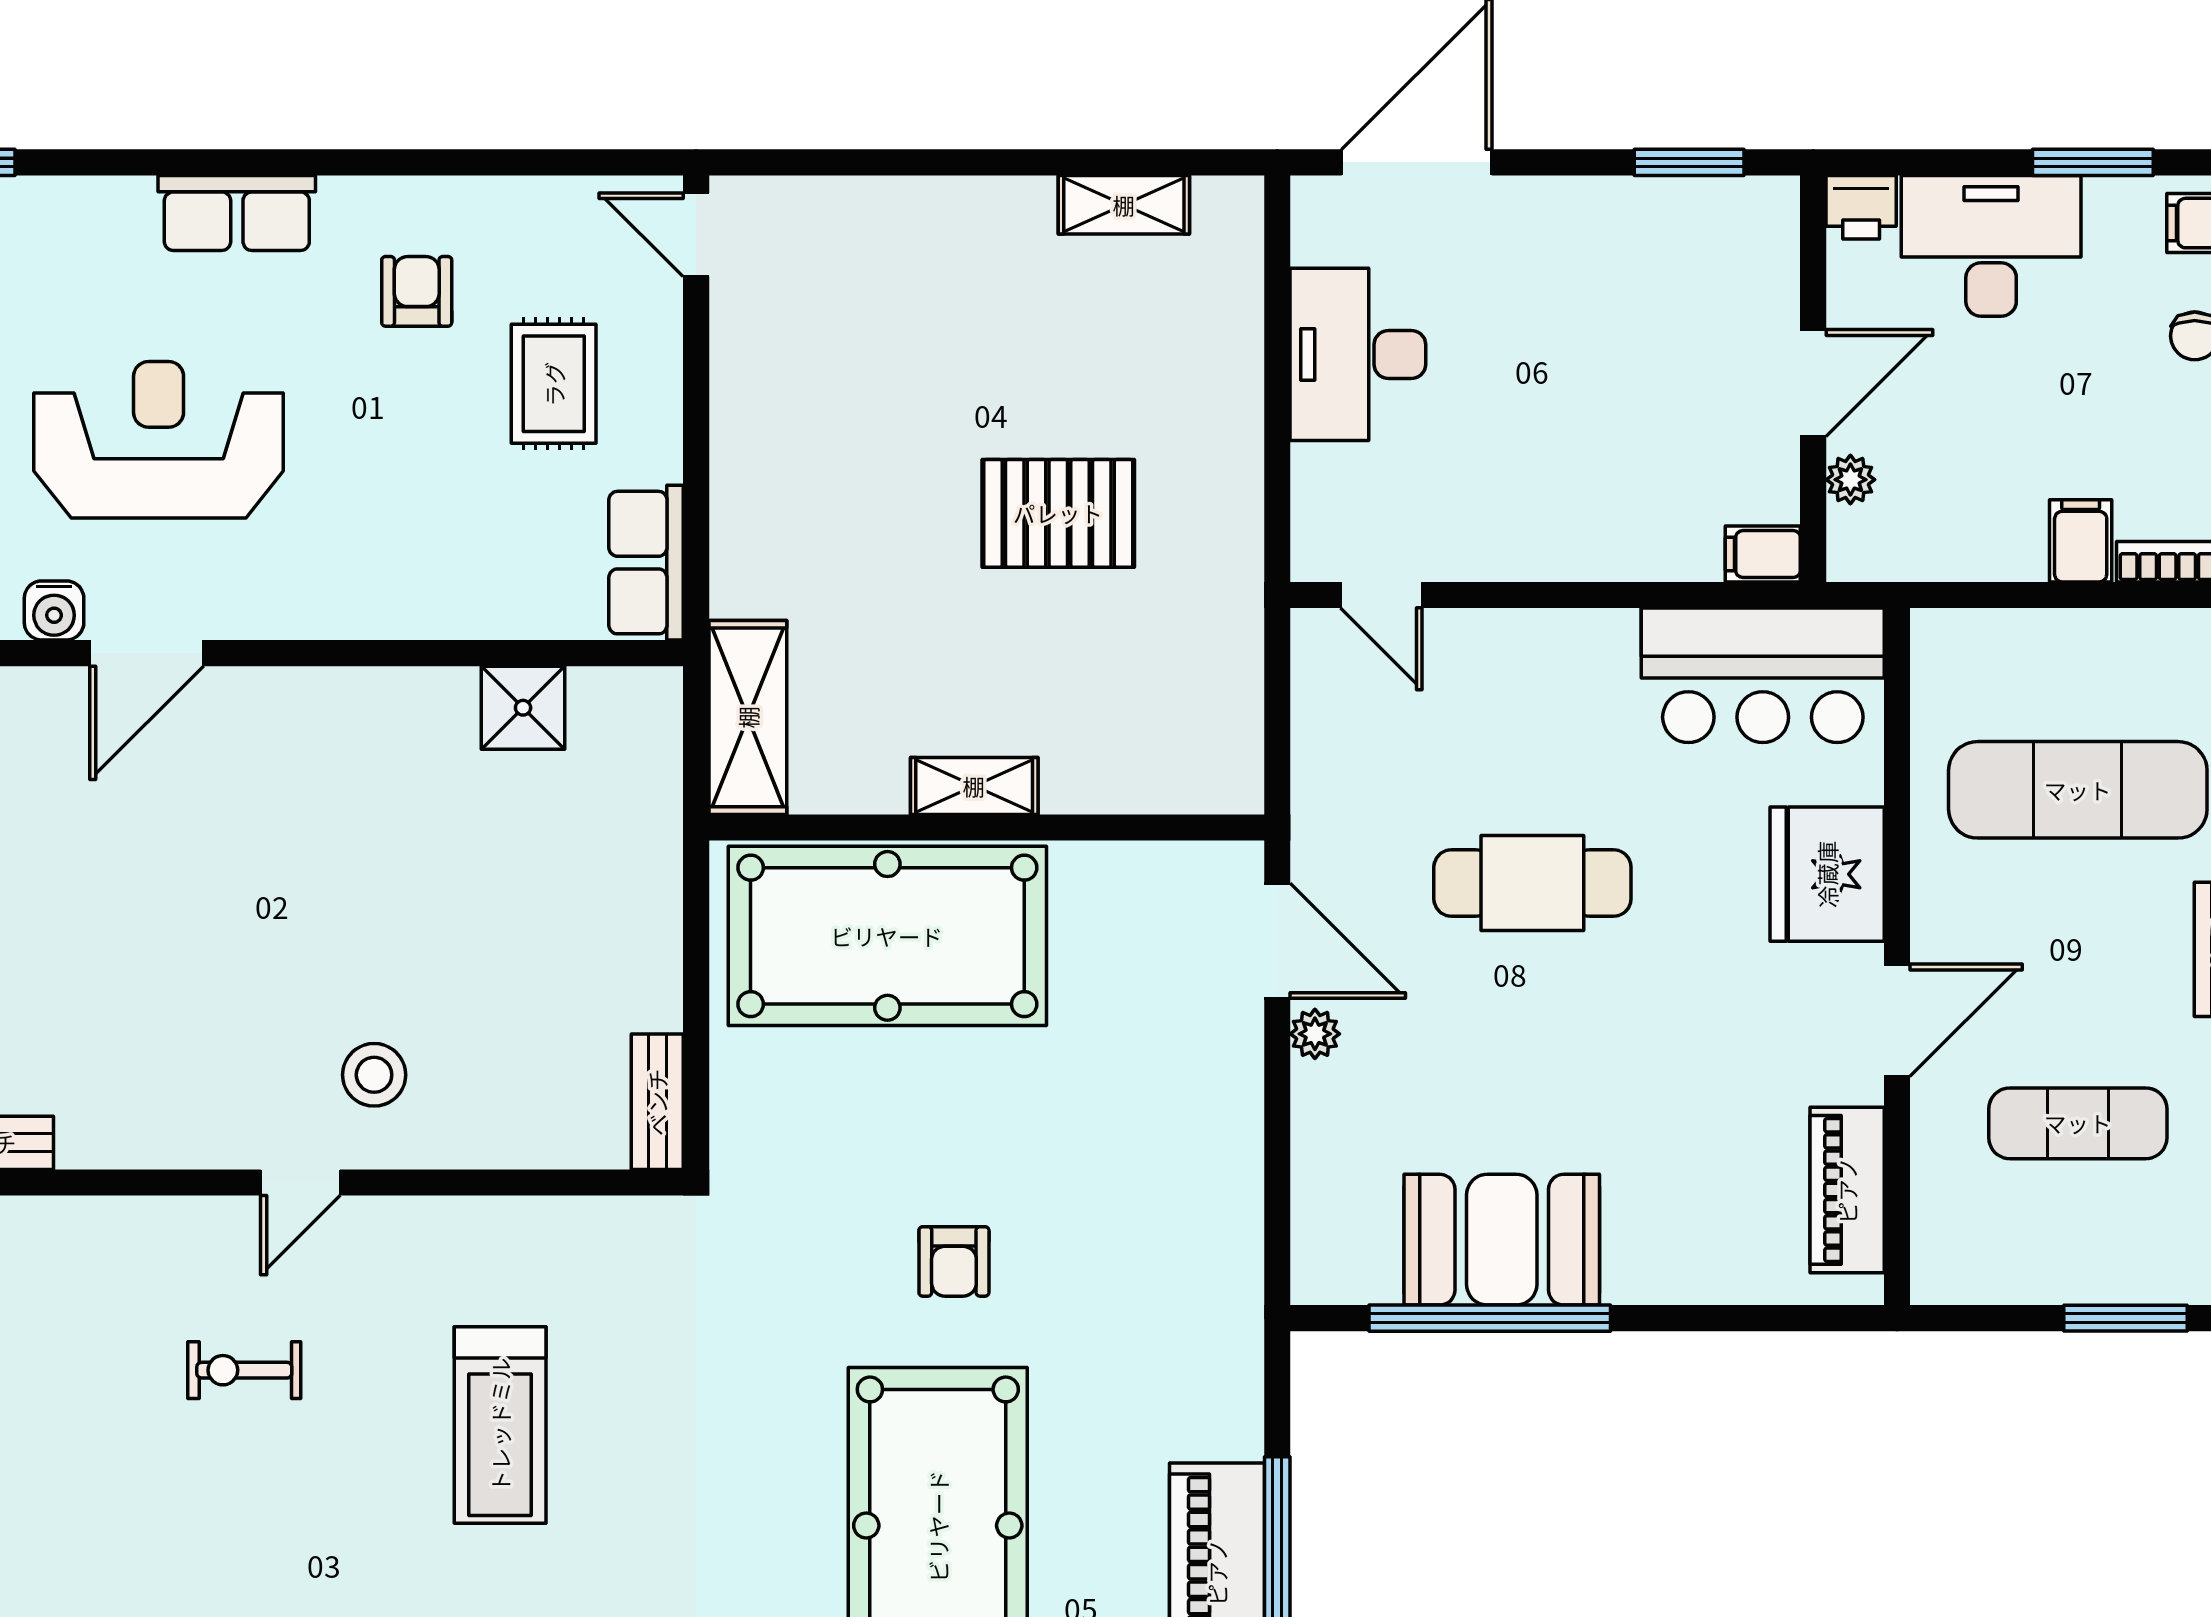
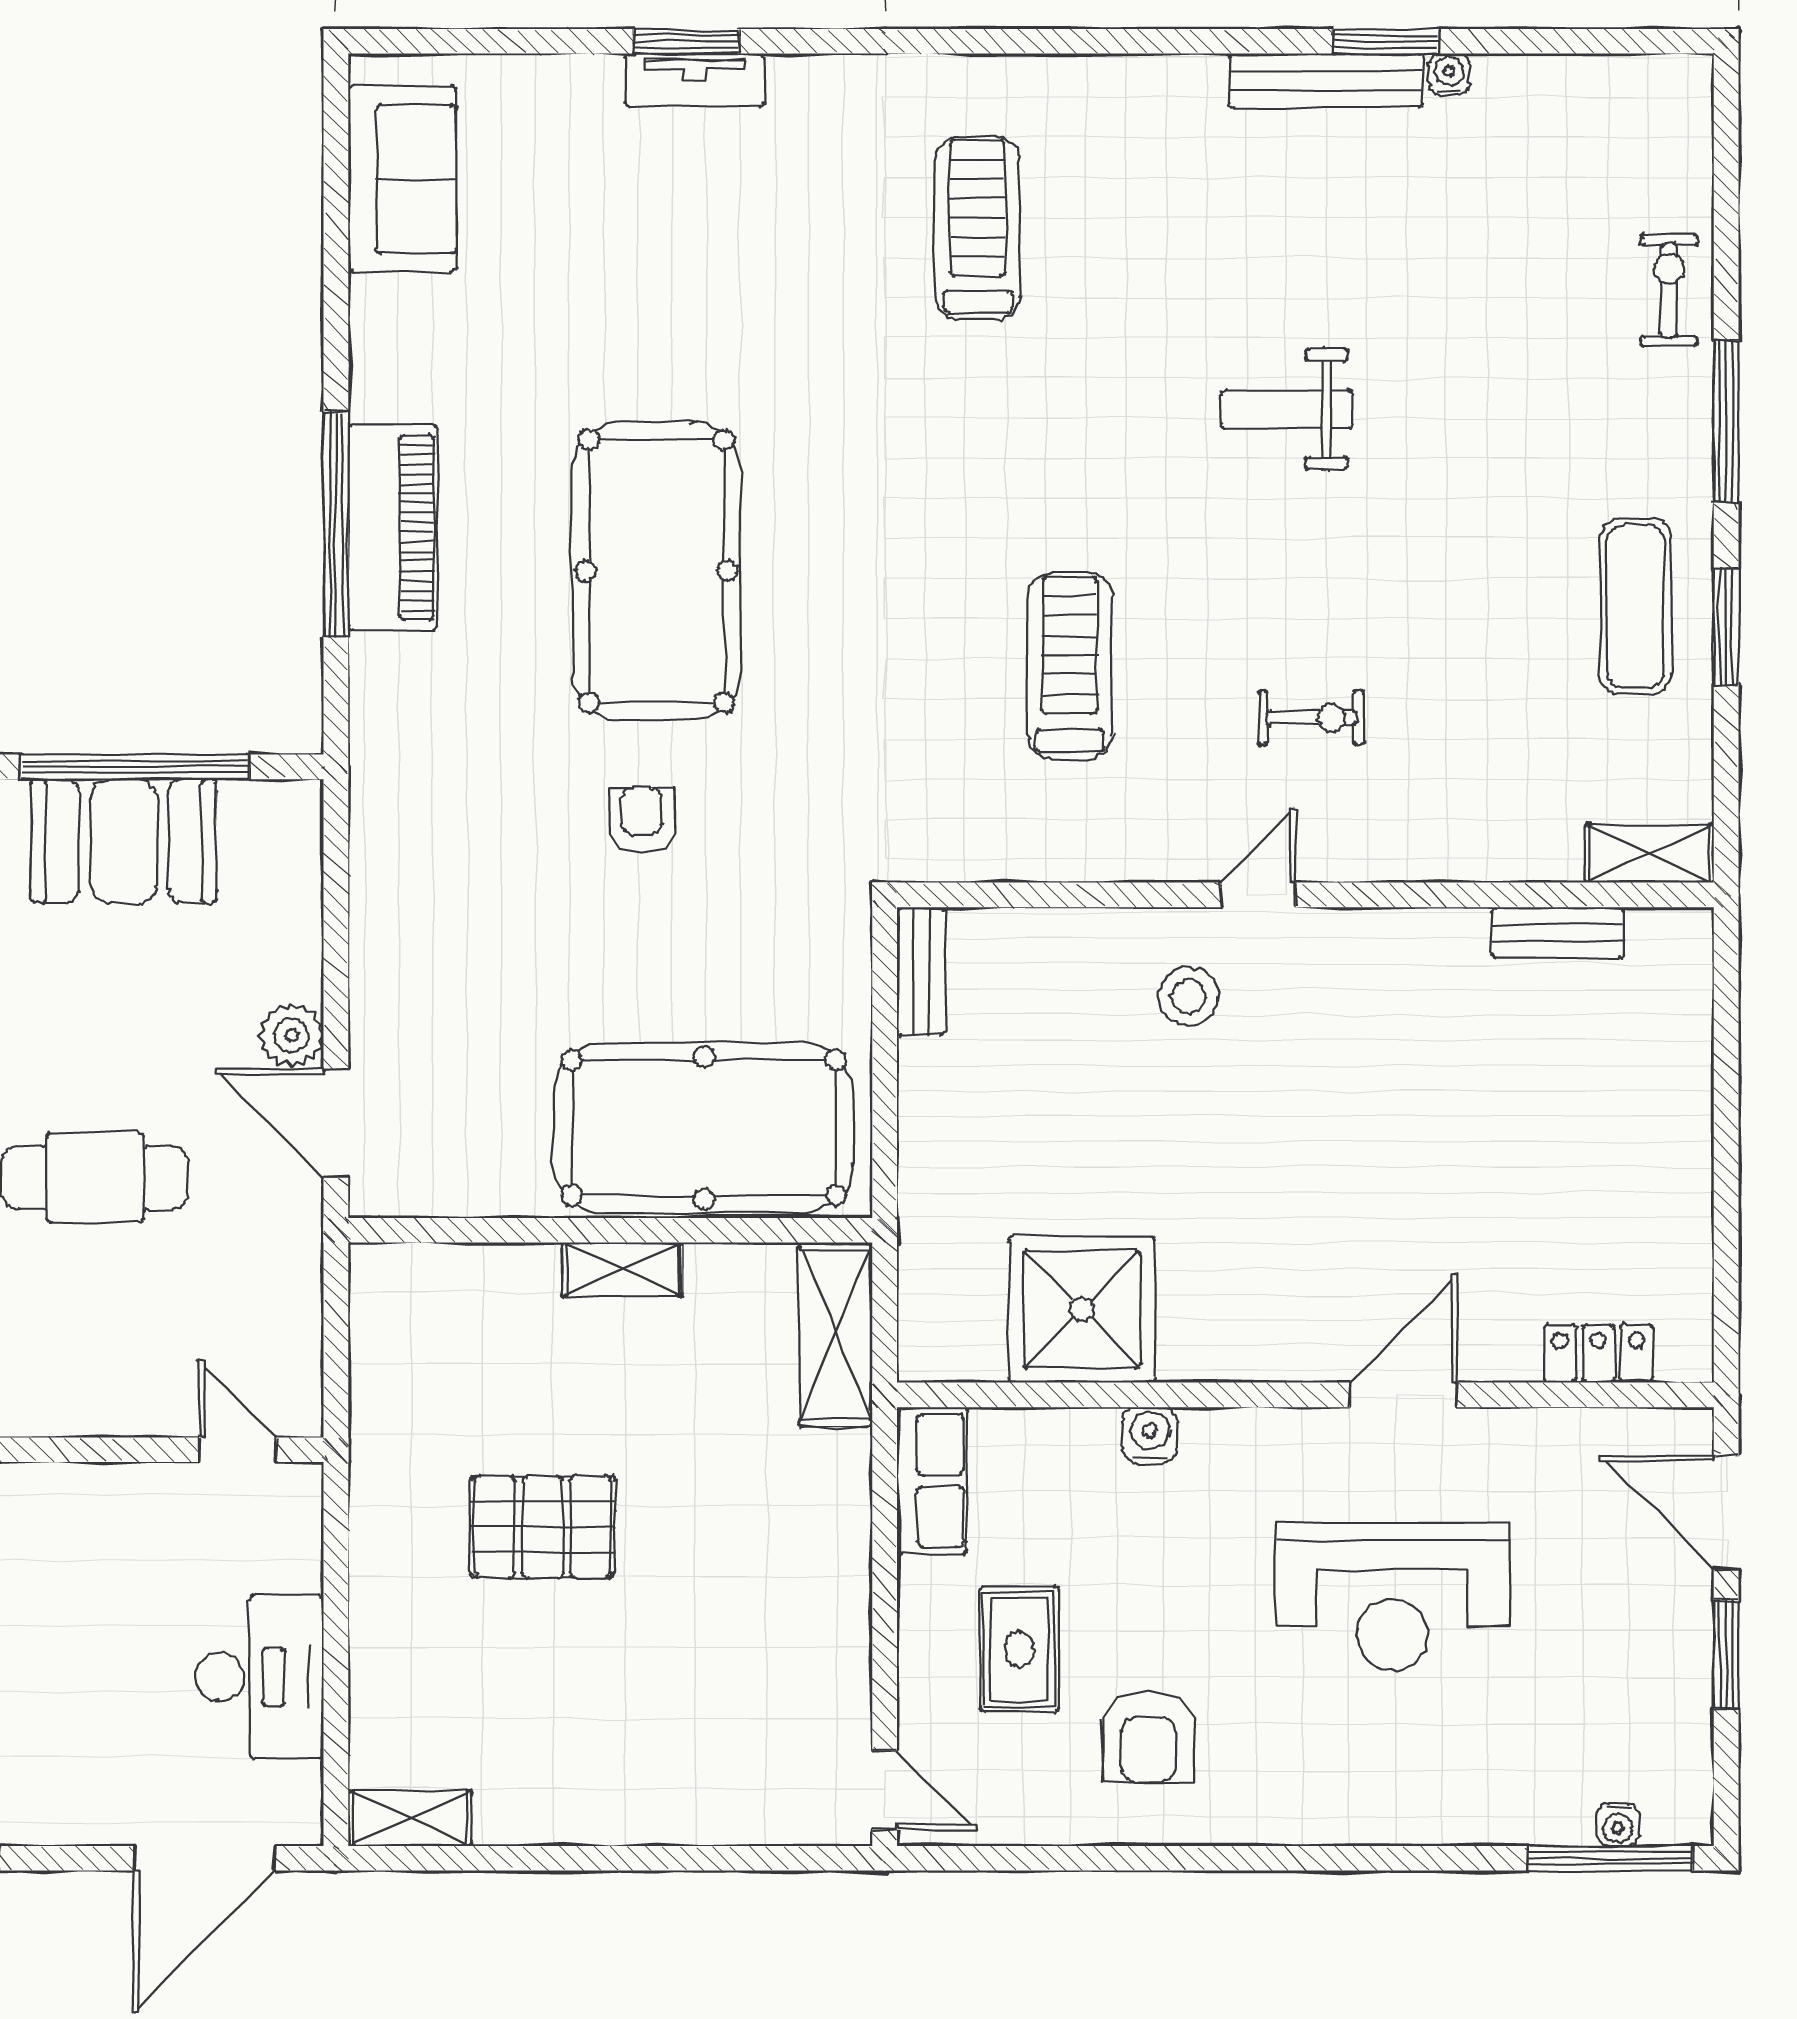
shelving: (1124, 205) -> (410, 1818), moved
row of seats: (237, 213) -> (1318, 1811), removed
armchair: (417, 291) -> (1149, 1736), width x1.38, depth x1.38
water cooler: (54, 610) -> (1150, 1435), moved
shower: (523, 708) -> (1082, 1309), width x1.86, depth x1.86
plant: (1315, 1034) -> (292, 1035), width x1.38, depth x1.38

